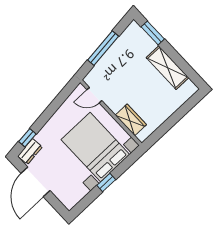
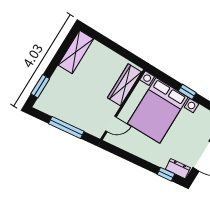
shelving: (167, 68) -> (76, 52), moved
door: (94, 95) -> (111, 124), hinge flipped
wardrobe: (131, 120) -> (124, 85), width x1.50

